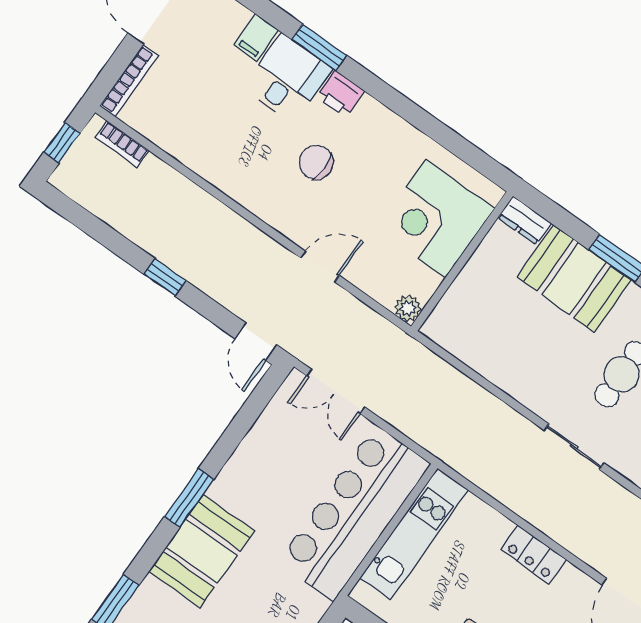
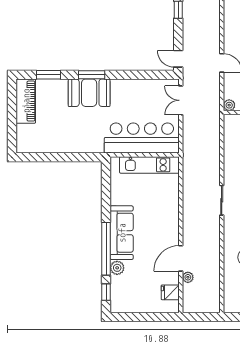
door: (256, 342) -> (178, 59), hinge flipped
window: (189, 498) -> (92, 75), moved
locker: (534, 555) -> (172, 213), removed

